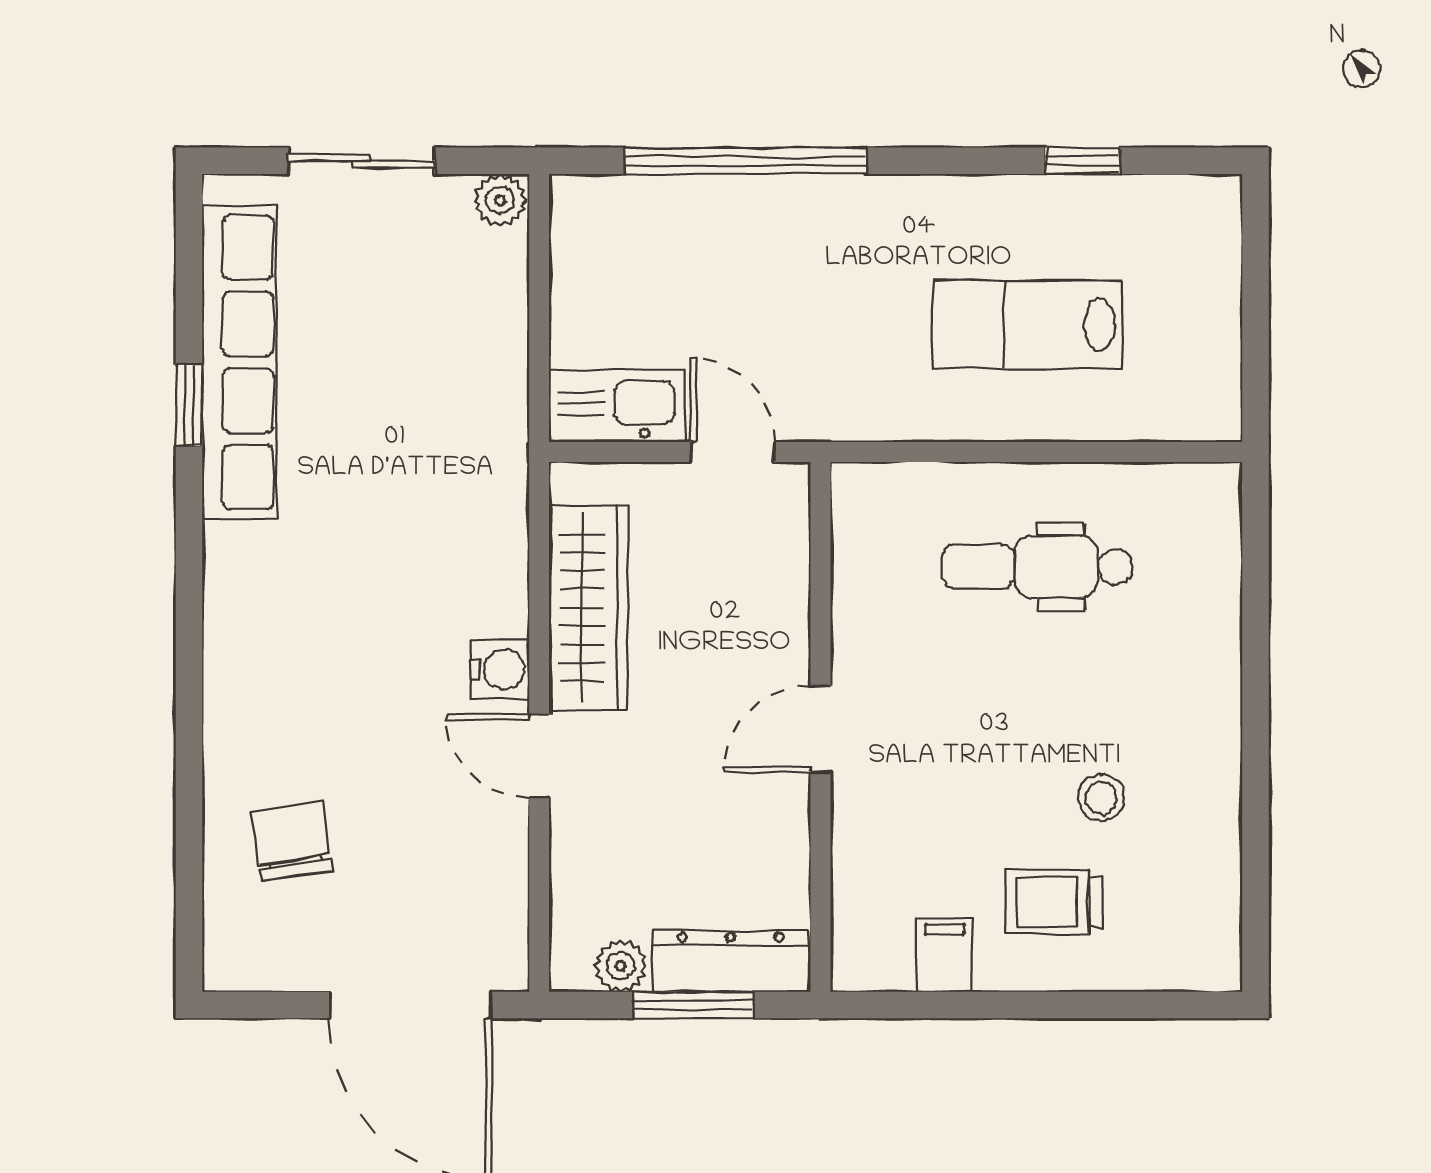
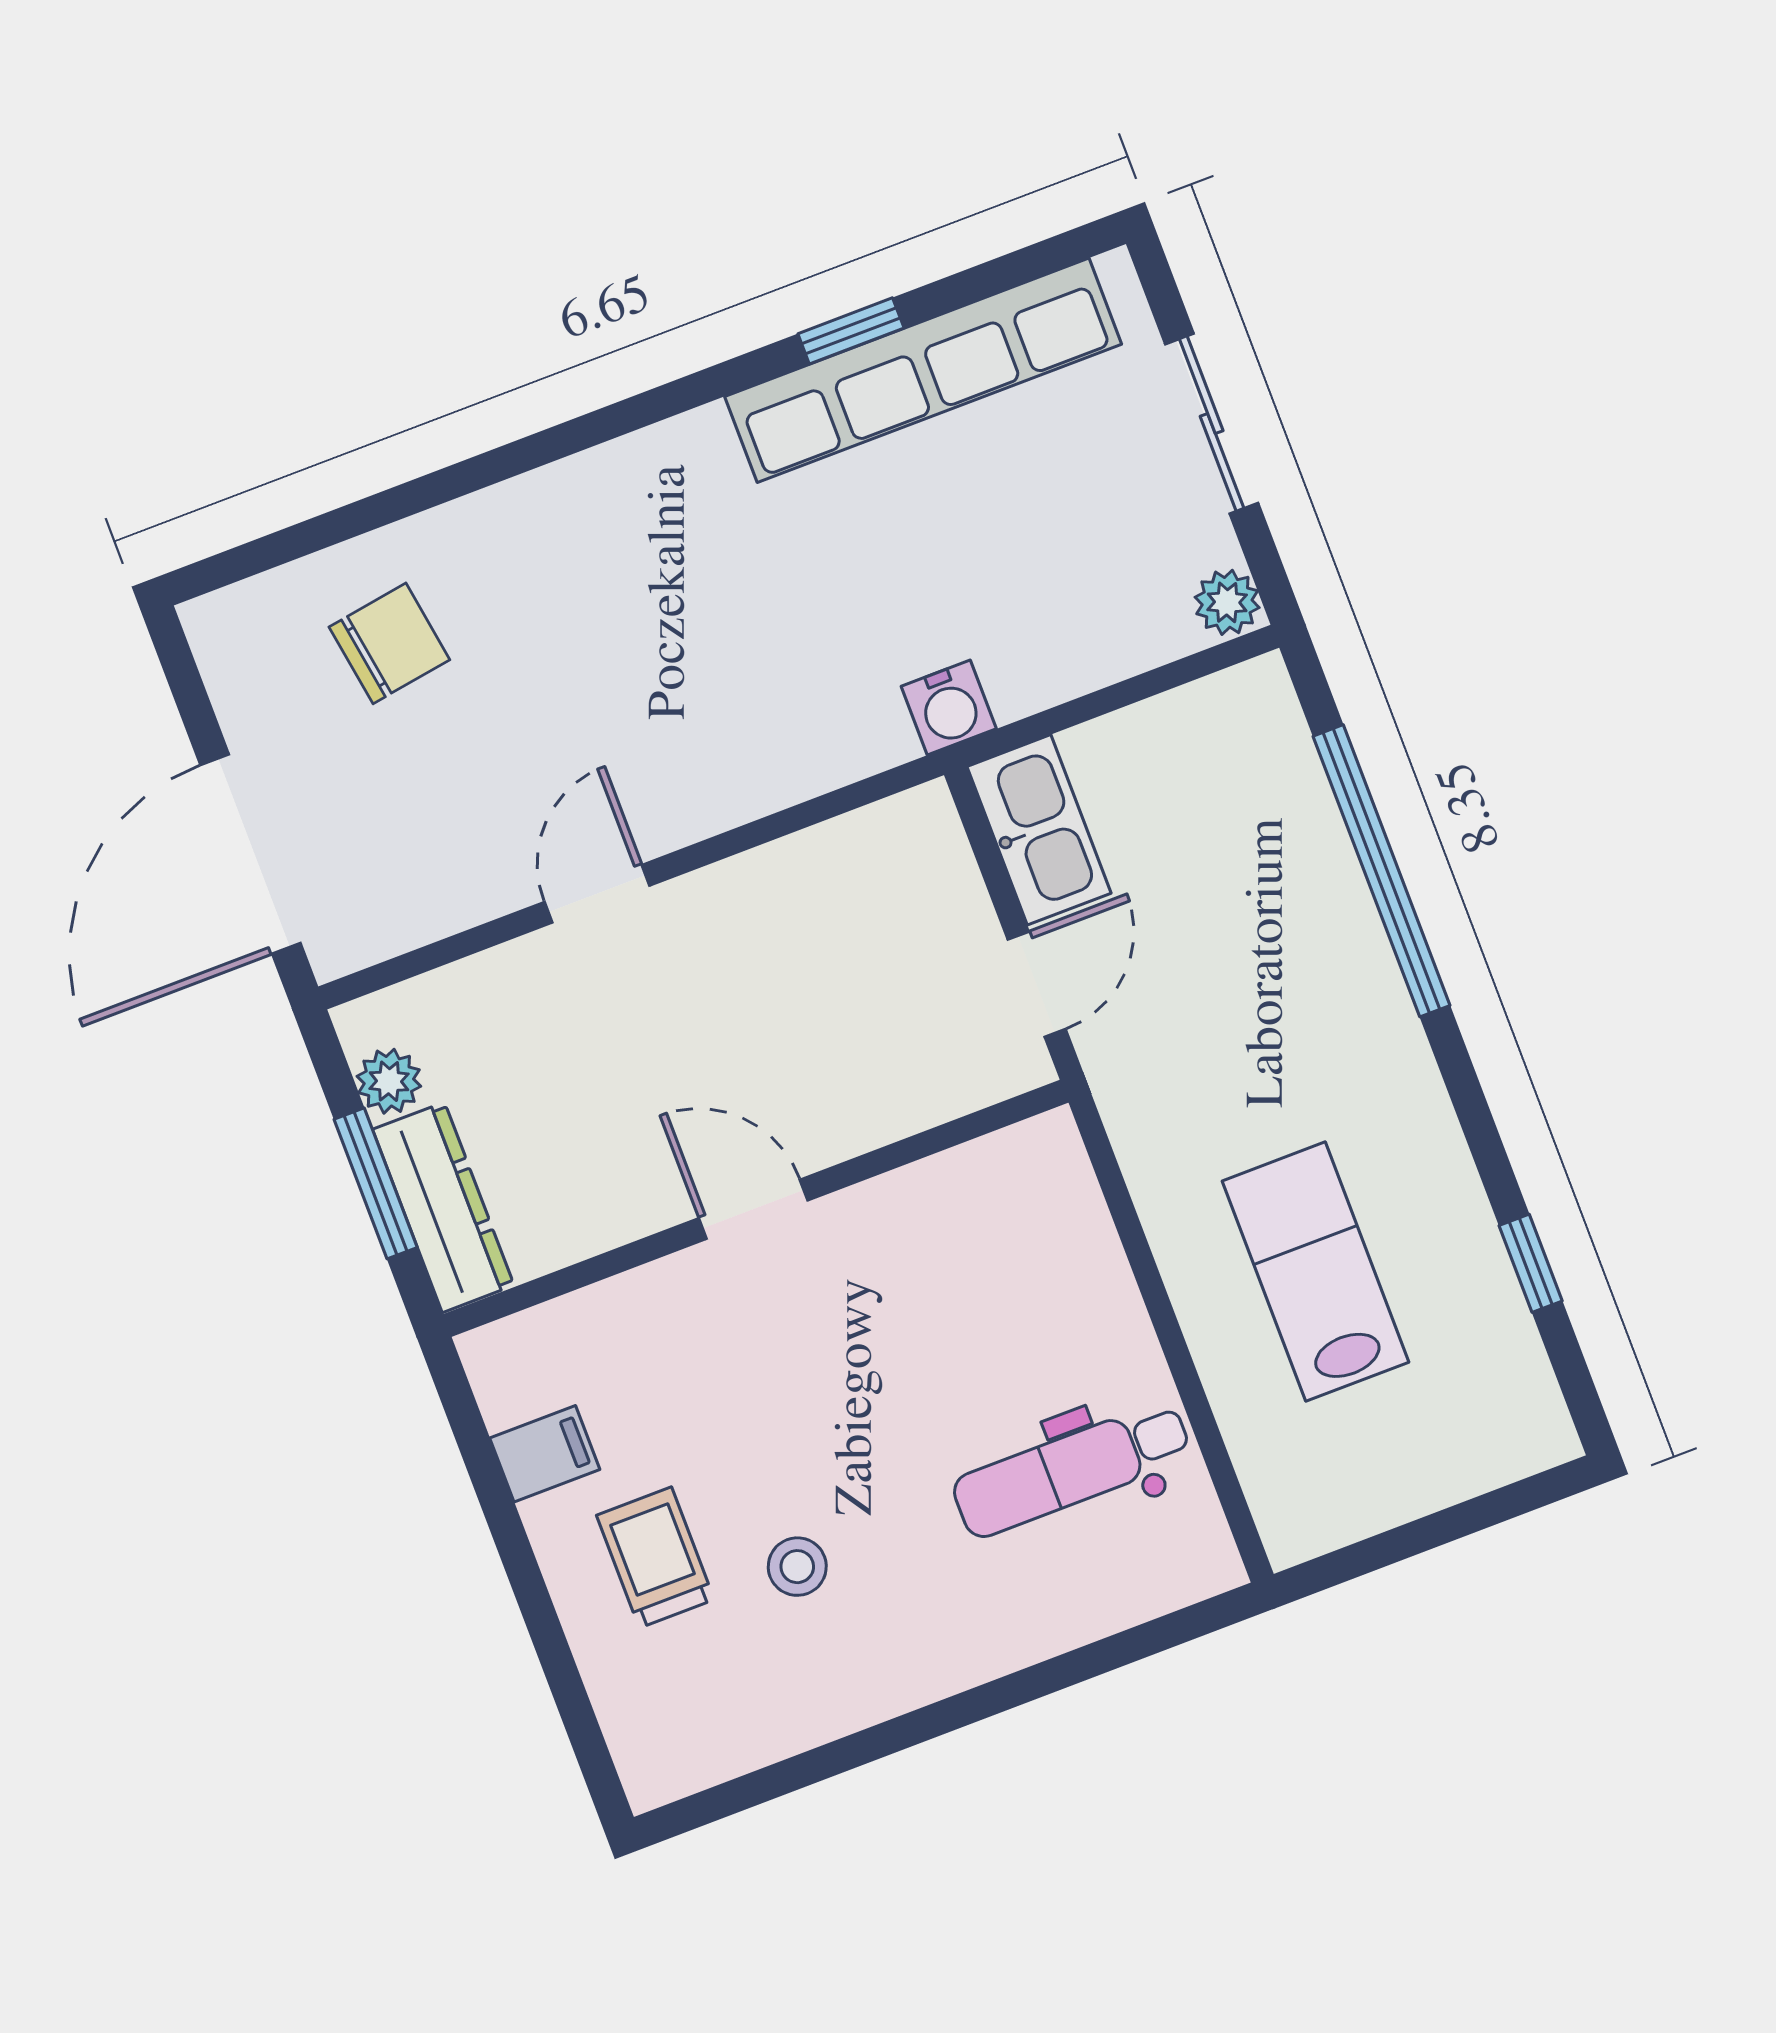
dental chair: (1037, 567) -> (1072, 1469), moved, turned -90
wardrobe: (588, 607) -> (792, 885), removed
water cooler: (500, 669) -> (949, 708), moved

